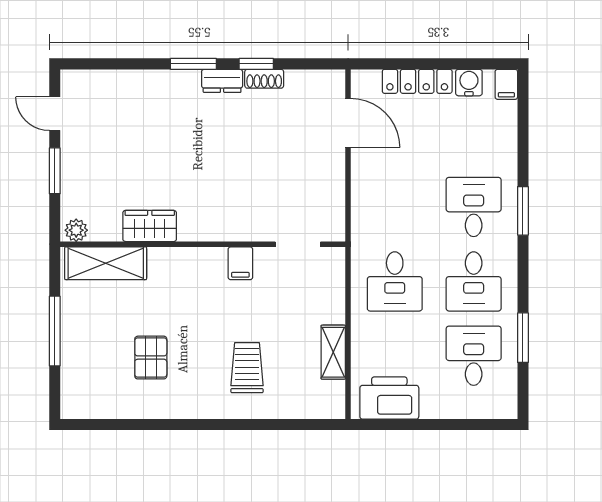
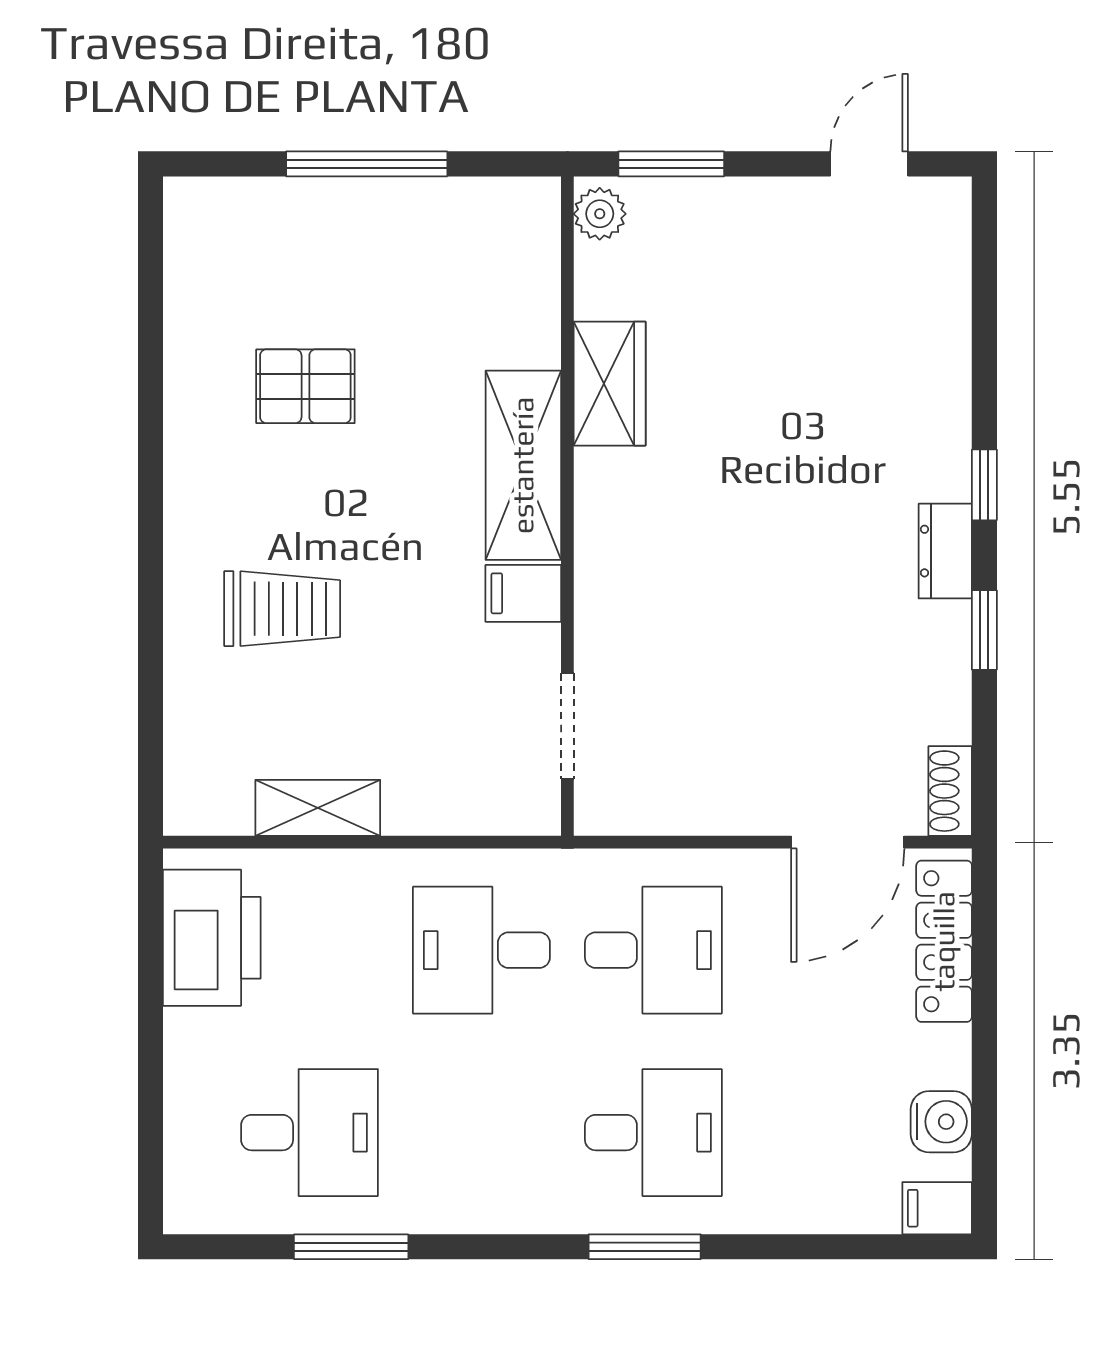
window: (193, 64) -> (984, 485), width x0.67
shoe rack: (264, 79) -> (950, 791), moved
locker: (417, 81) -> (944, 941), moved
window: (55, 171) -> (671, 164), moved
shelving: (106, 263) -> (523, 465), moved
desk: (474, 281) -> (653, 950), moved, turned 180

